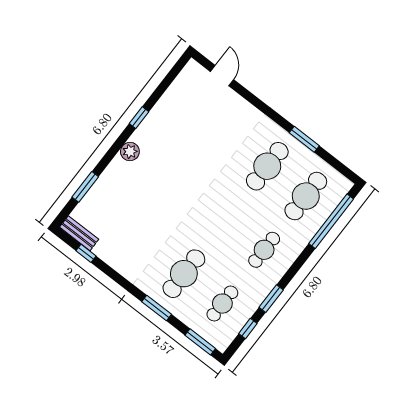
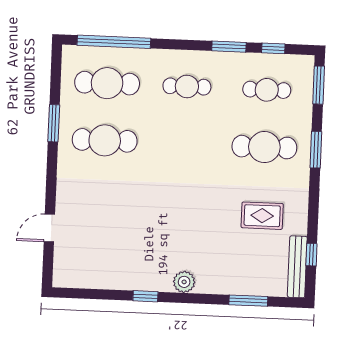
door: (222, 76) -> (49, 228), moved
bench: (79, 233) -> (297, 267), width x1.36
rug: (137, 238) -> (262, 216), added

